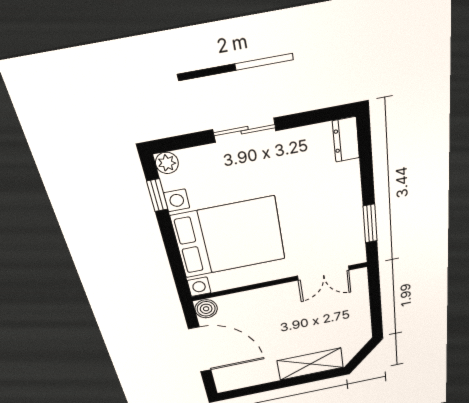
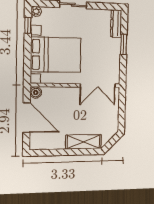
dresser: (346, 140) -> (116, 24), width x1.44
window: (370, 224) -> (124, 44), moved
double door: (323, 273) -> (98, 85), width x1.37

